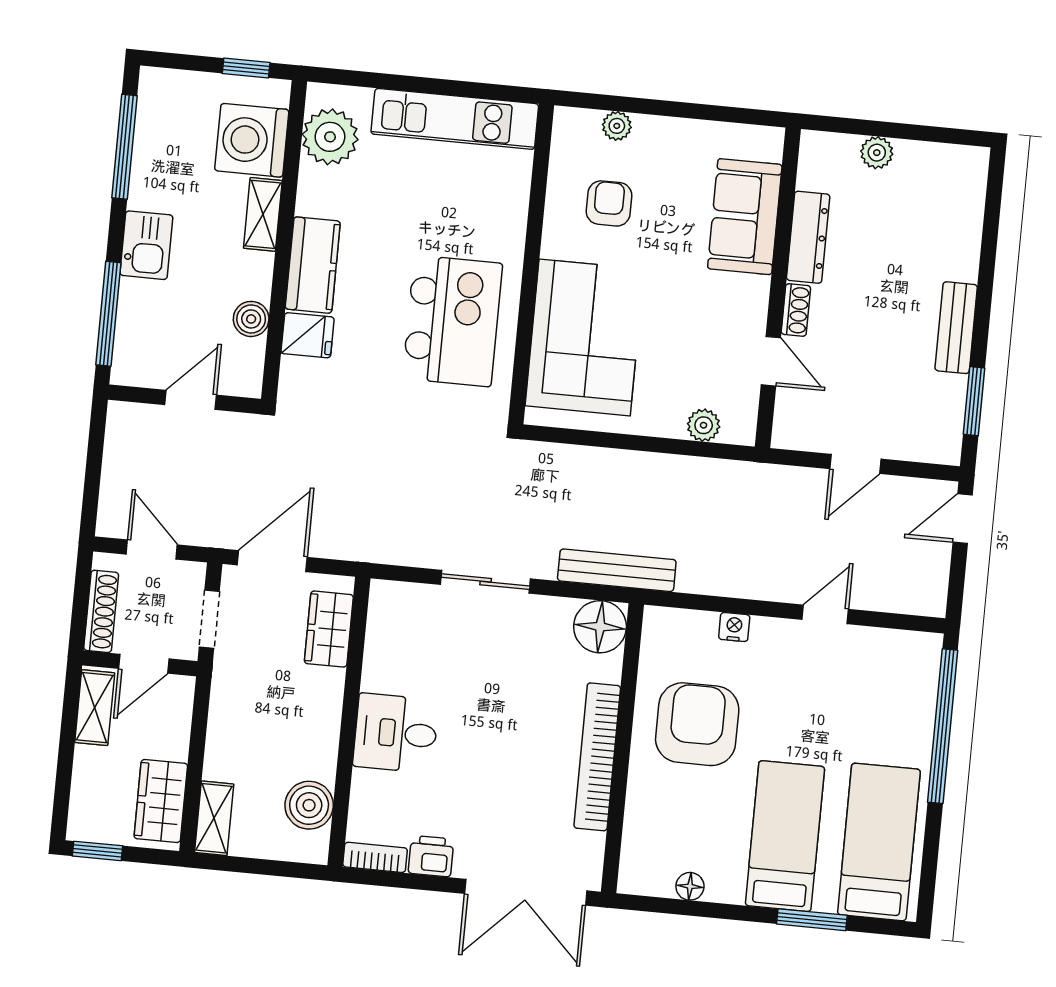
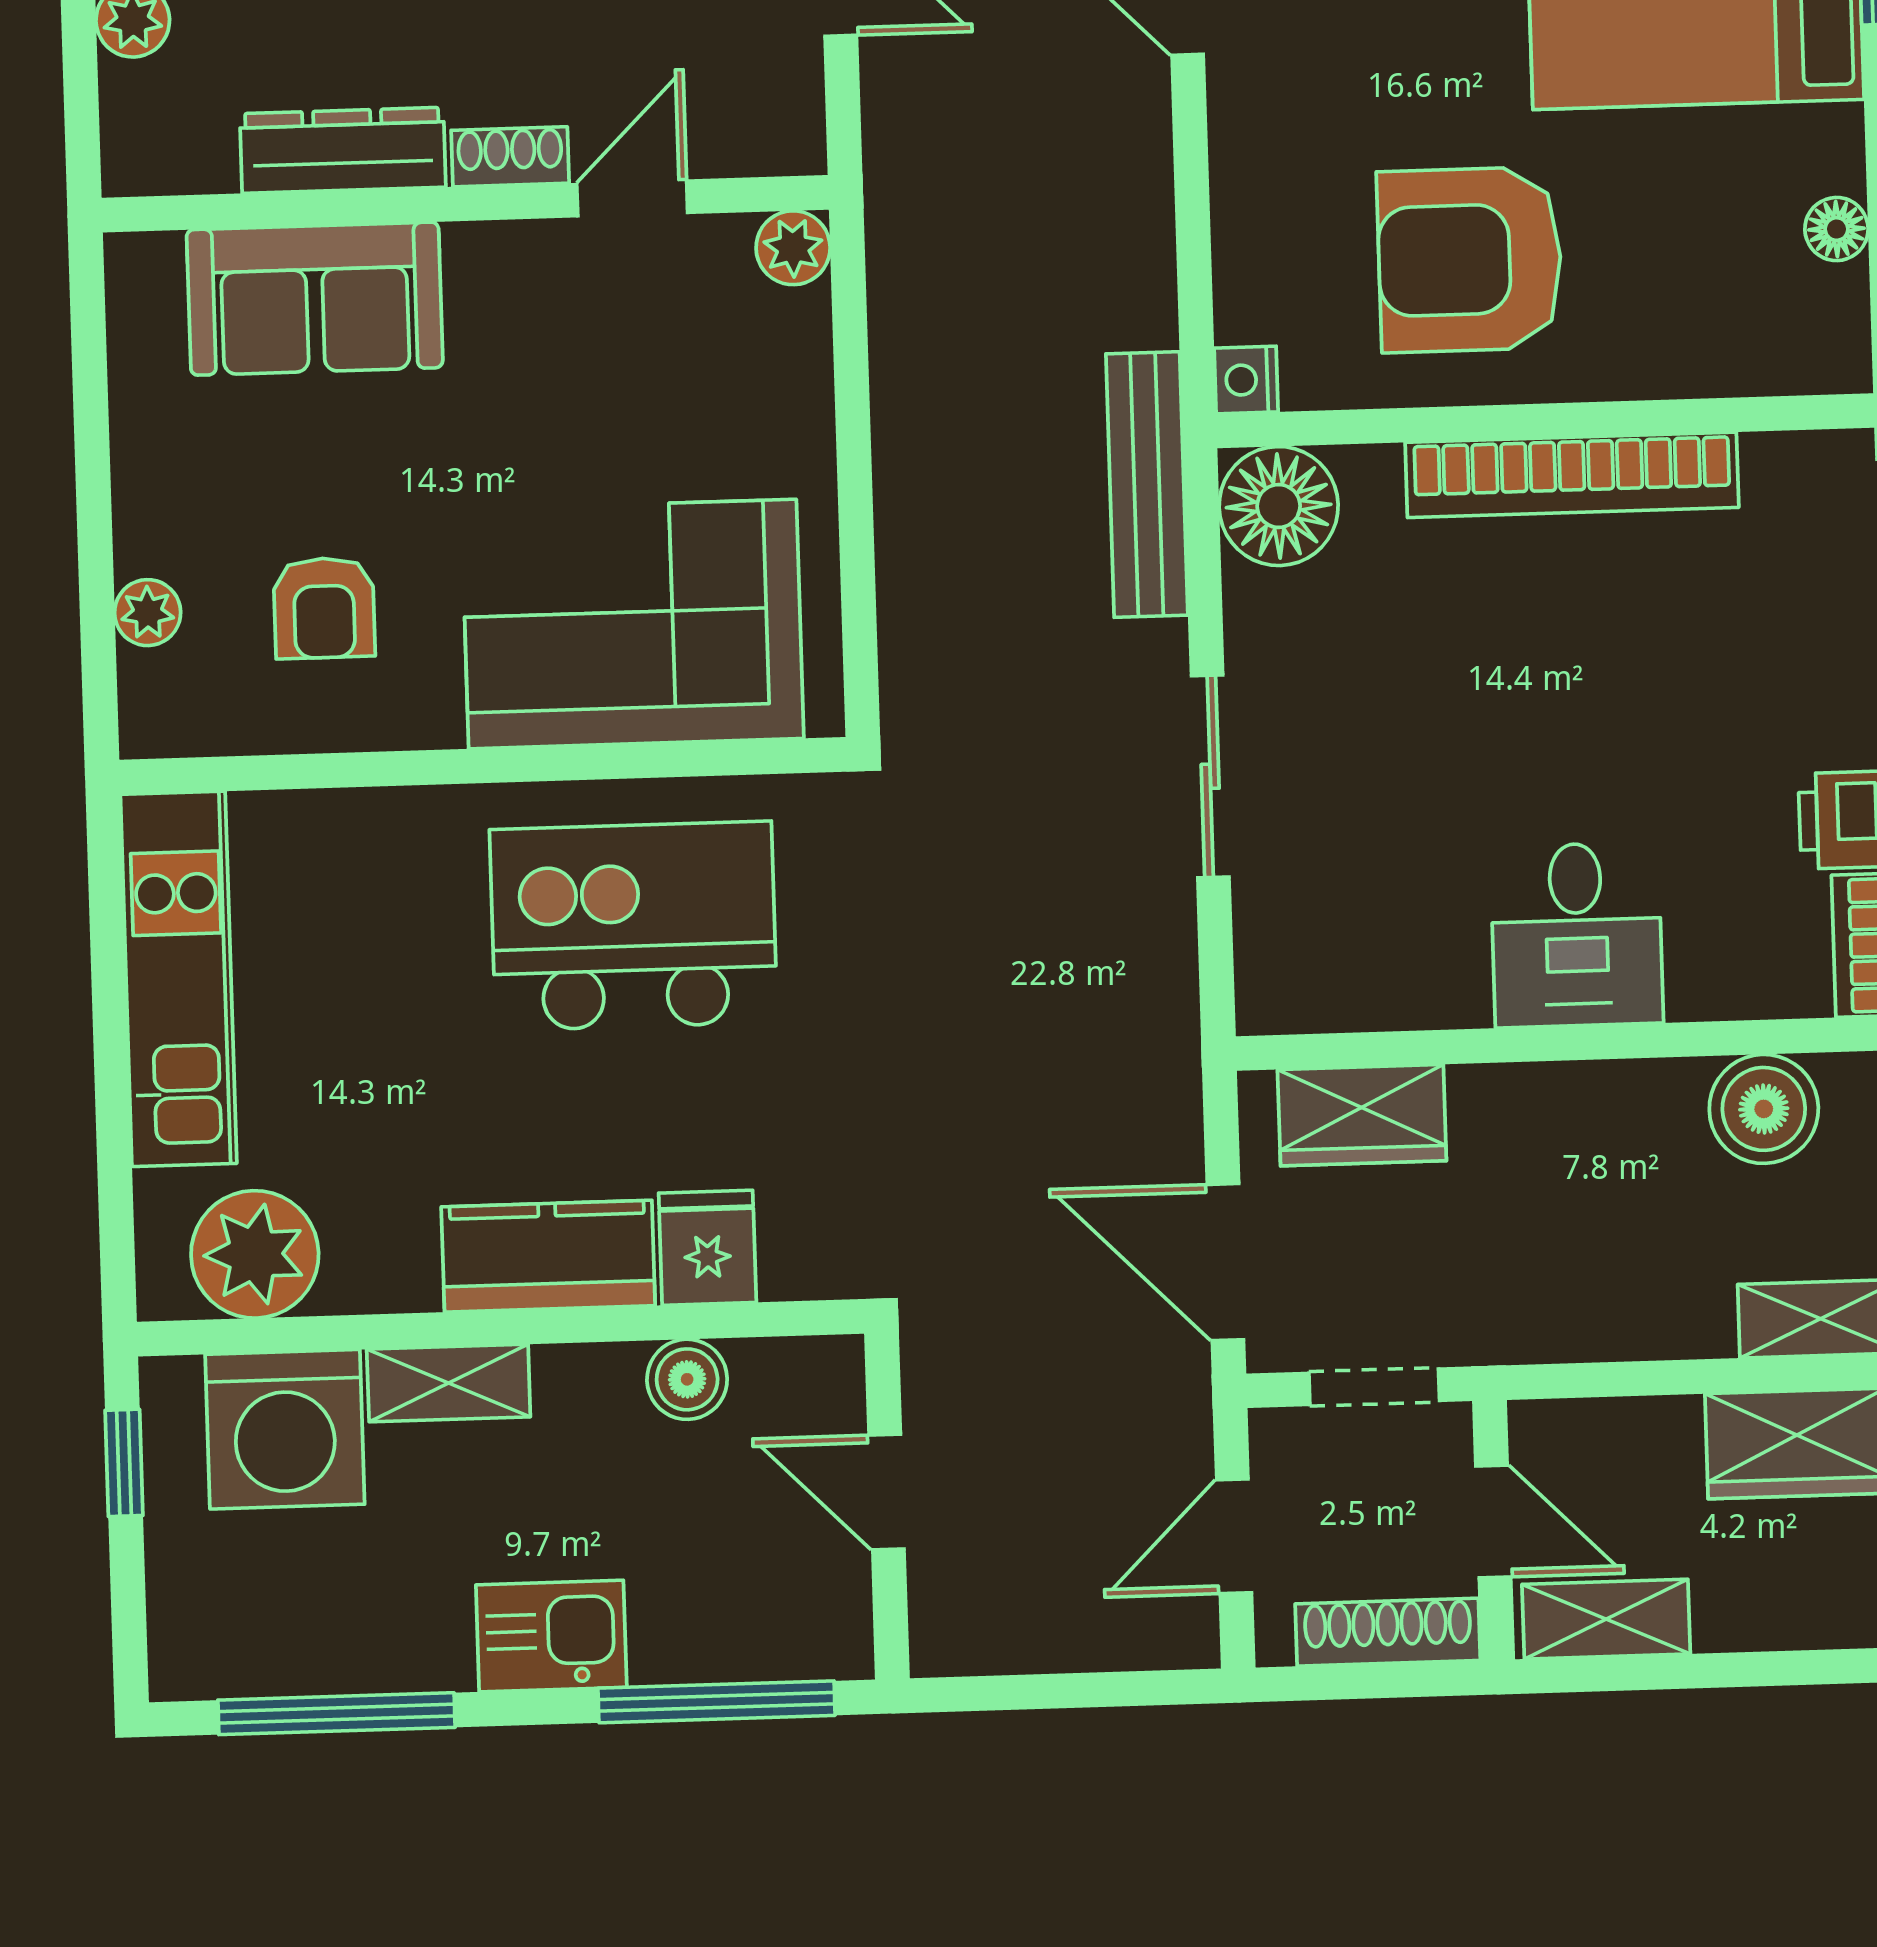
armchair: (609, 203) -> (324, 608), turned -90
plant: (704, 425) -> (793, 248), moved
nightstand: (734, 627) -> (1246, 380), moved

